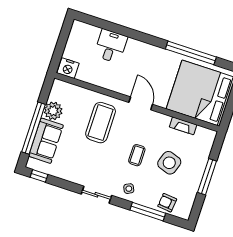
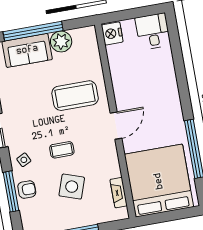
desk: (111, 46) -> (153, 31), moved, turned -90
fireplace: (183, 126) -> (119, 193), moved
armchair: (167, 203) -> (27, 190), moved, turned 84

